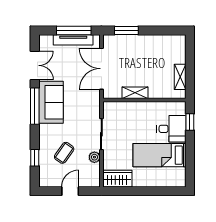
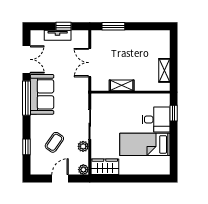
window: (74, 30) -> (64, 26), width x0.46
tv unit: (73, 40) -> (58, 35), width x0.71
double door: (101, 69) -> (90, 63), width x0.73
plant: (95, 182) -> (83, 170), added

